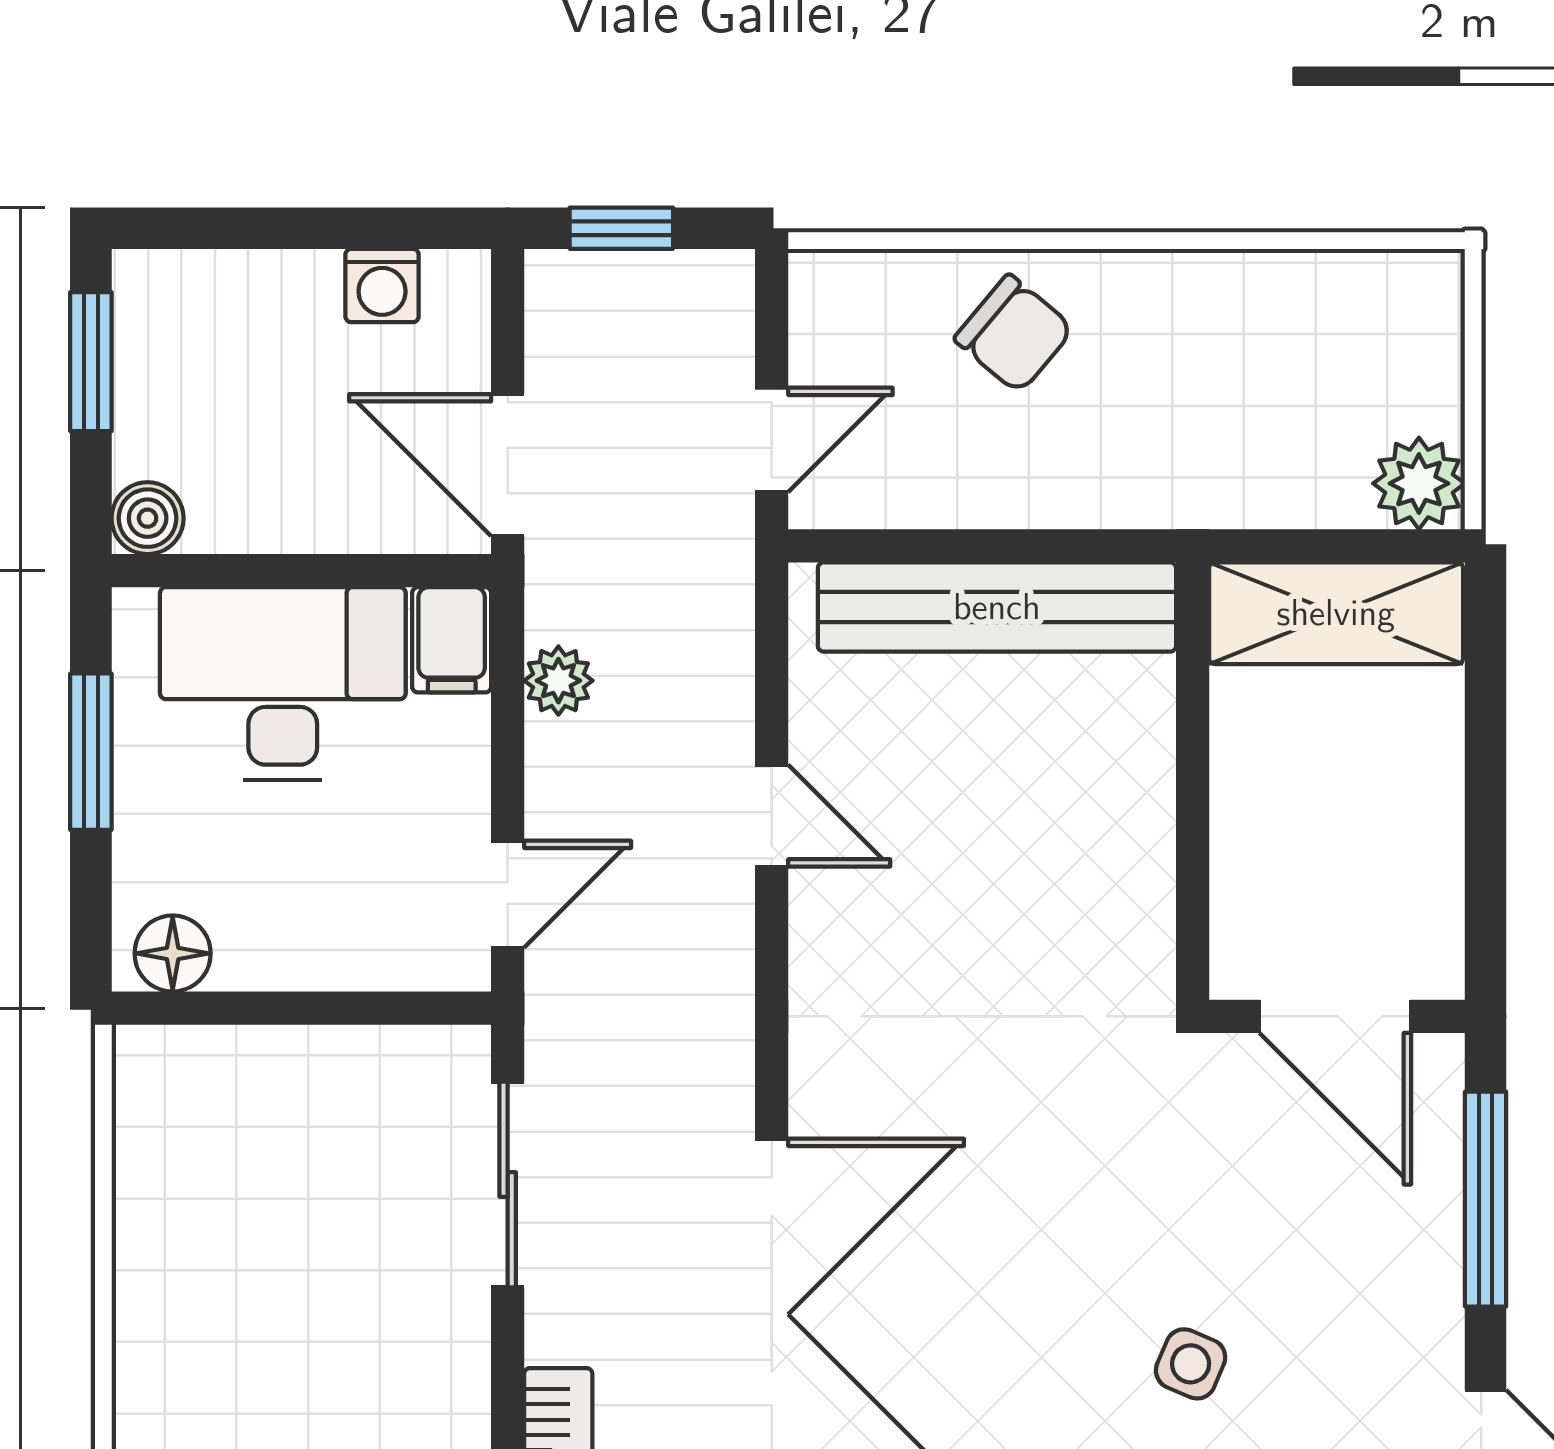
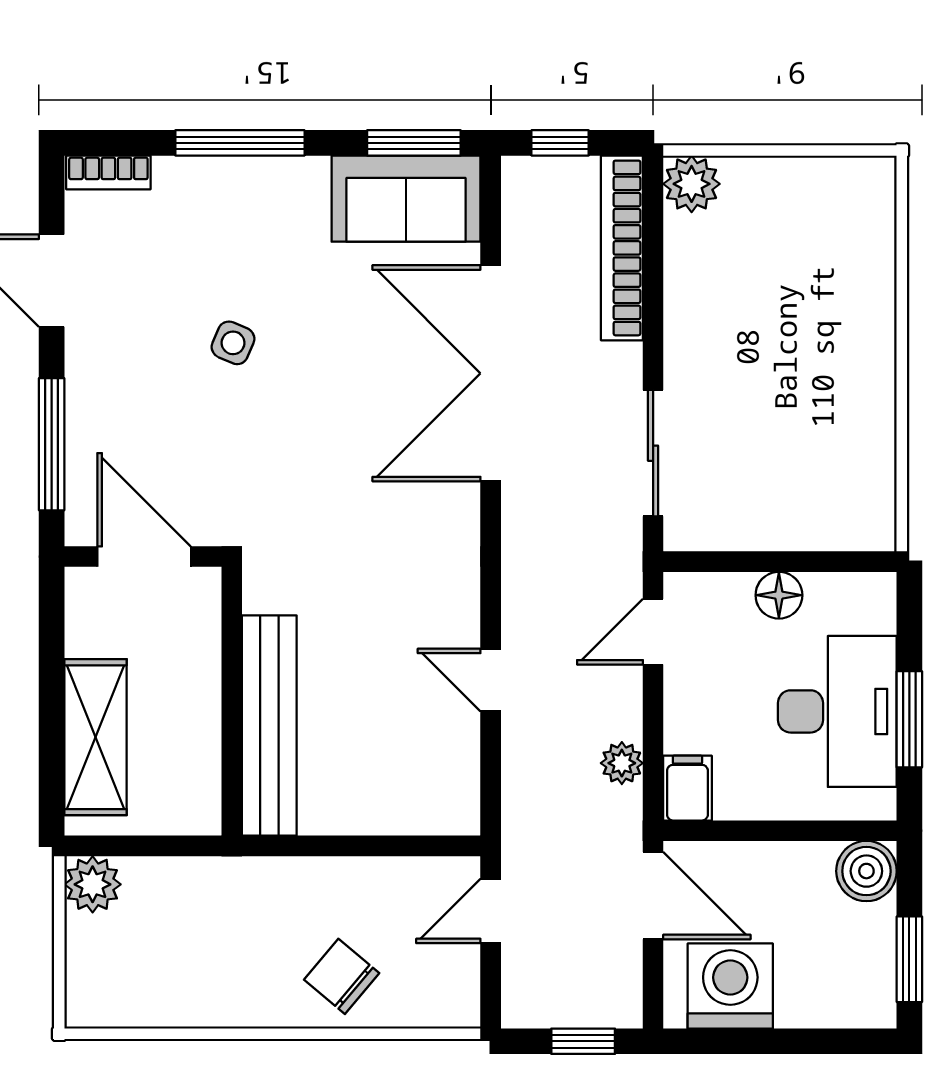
washing machine: (382, 286) -> (730, 986), width x1.89, depth x1.89
boiler: (148, 518) -> (866, 871), width x1.36, depth x1.36
bench: (997, 607) -> (269, 726), moved, turned 90
shelving: (1336, 613) -> (96, 737), moved, turned 90
desk: (283, 684) -> (837, 711), moved, turned -90
floor lamp: (173, 953) -> (779, 595), moved

